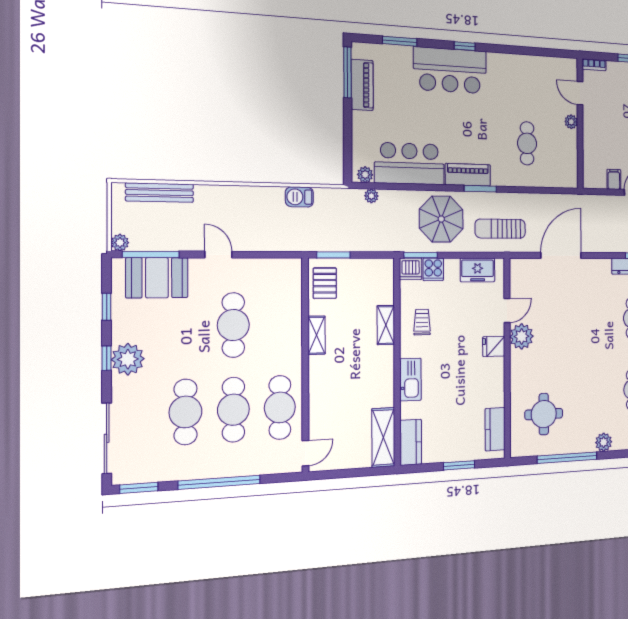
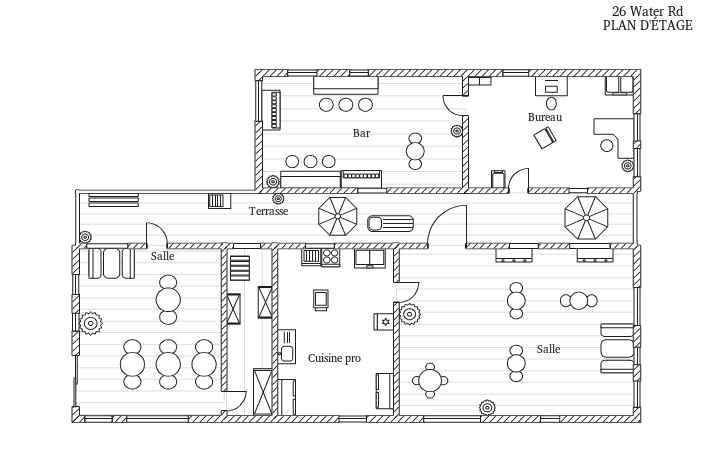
shelving: (386, 325) -> (265, 302), moved
wall: (397, 362) -> (275, 332), moved
kitchen sink: (410, 380) -> (286, 347), moved
shelving: (383, 437) -> (263, 392), moved
kitchen counter: (411, 442) -> (286, 398), moved

